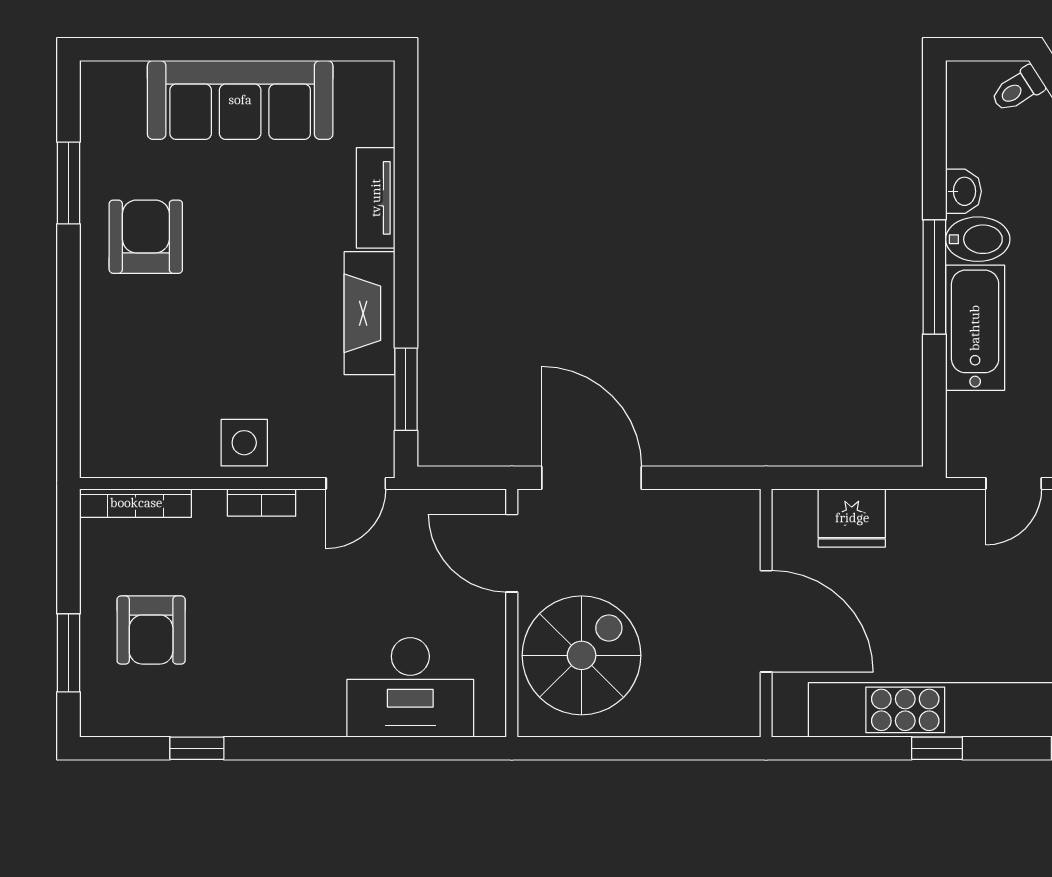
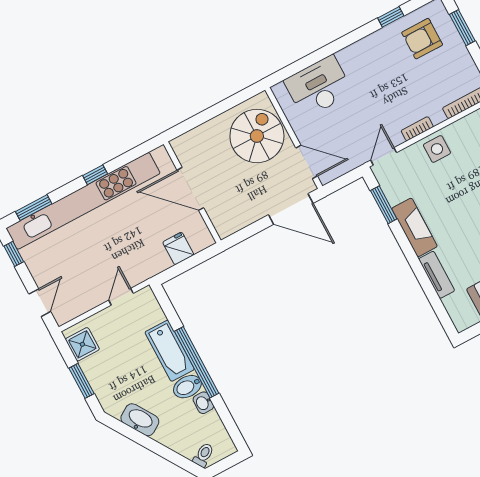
window: (934, 277) -> (197, 362), width x1.46
fridge: (852, 518) -> (178, 248), width x0.72
armchair: (151, 630) -> (422, 39), moved, turned -90
spiral stairs: (582, 655) -> (257, 136), turned 180

